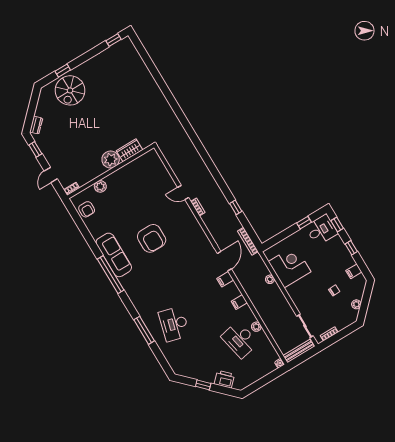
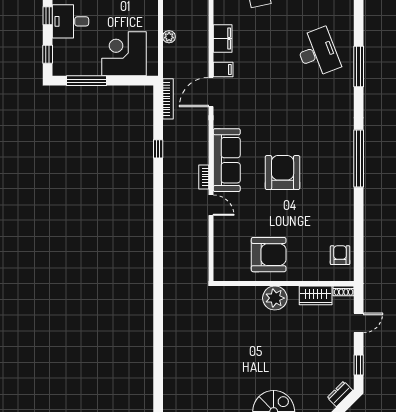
wardrobe: (130, 150) -> (316, 295), moved
armchair: (130, 184) -> (269, 255), added
plant: (100, 186) -> (307, 273), removed
window: (304, 223) -> (86, 81), width x2.17
desk: (322, 230) -> (70, 21), moved
sofa: (114, 255) -> (227, 160), moved, turned 180
corner desk: (290, 267) -> (124, 54), moved, turned 90
filing cabinet: (239, 302) -> (223, 39), width x2.00
desk: (174, 324) -> (318, 52), turned -36

